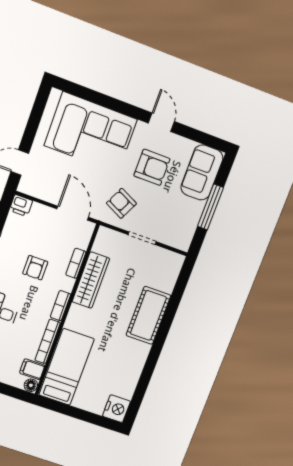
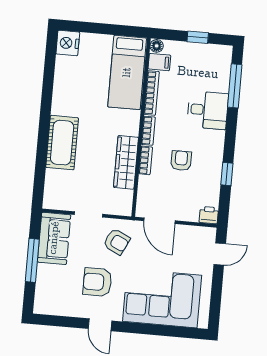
sofa: (202, 173) -> (54, 238), moved
bookcase: (76, 263) -> (146, 160), moved

